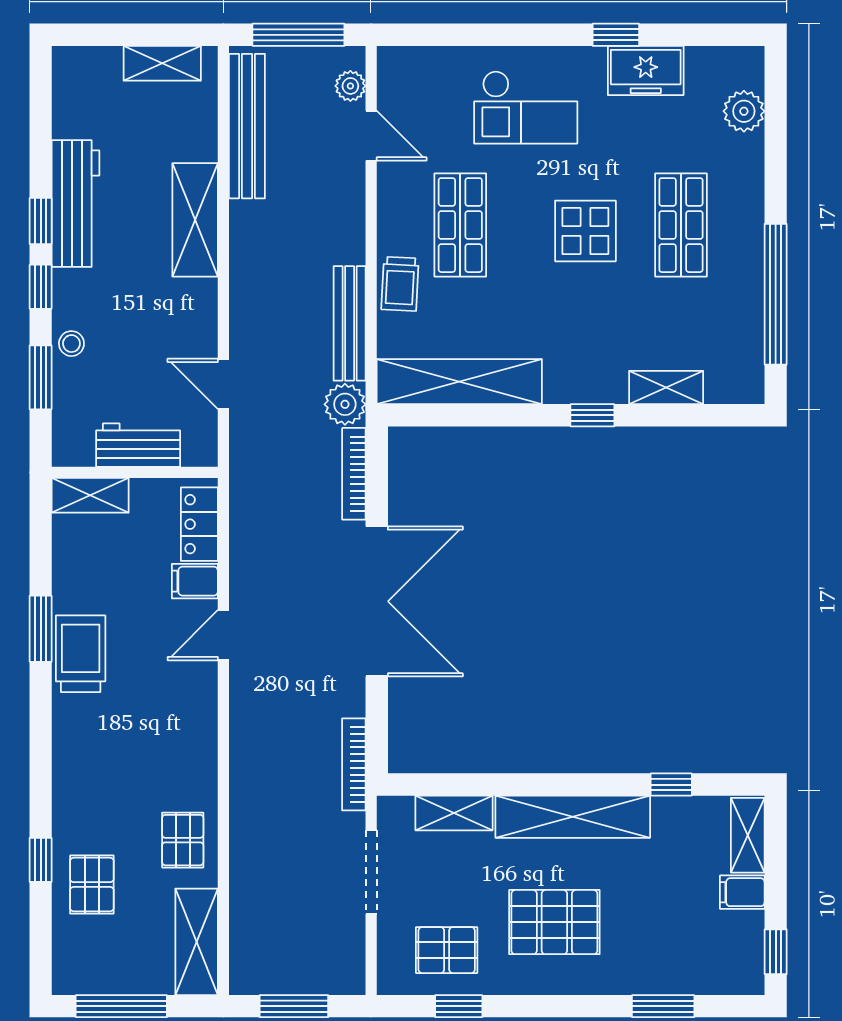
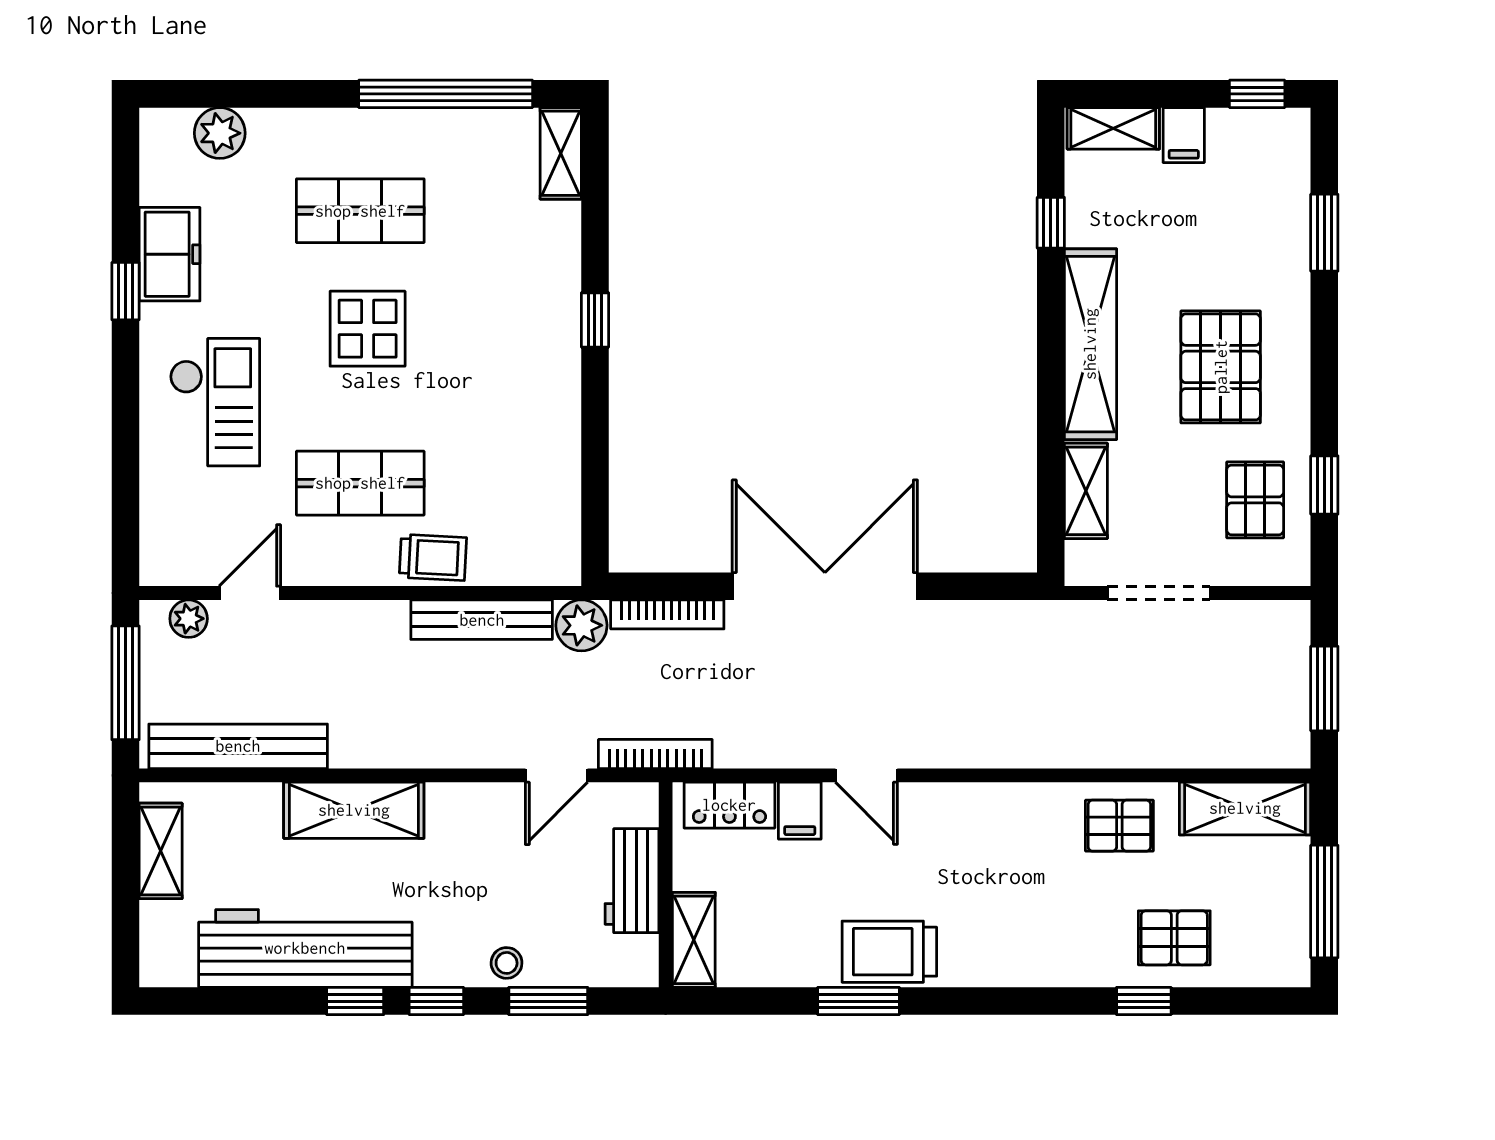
workbench: (76, 204) -> (305, 948), width x1.36, depth x1.32
shelving: (459, 382) -> (553, 484), removed
shelving: (666, 387) -> (561, 153), moved
bookcase: (354, 764) -> (655, 754), moved, turned 180

